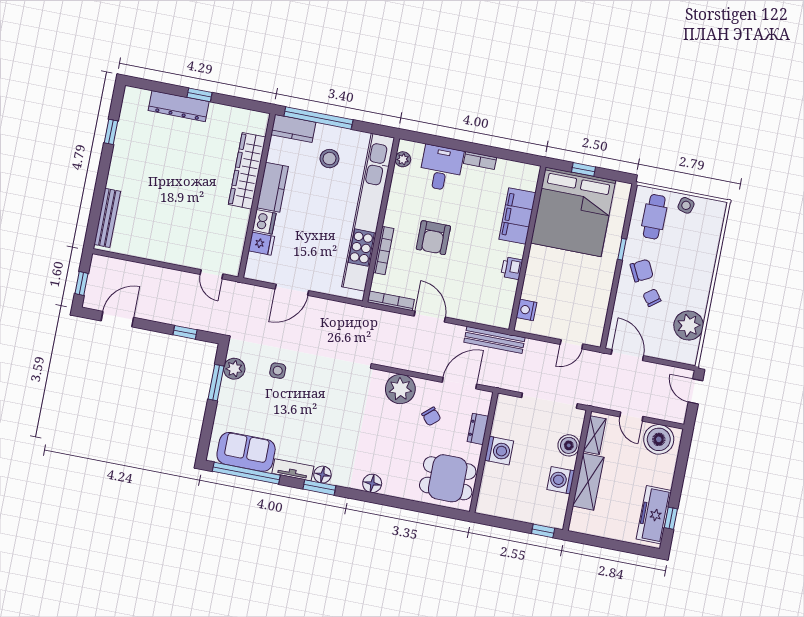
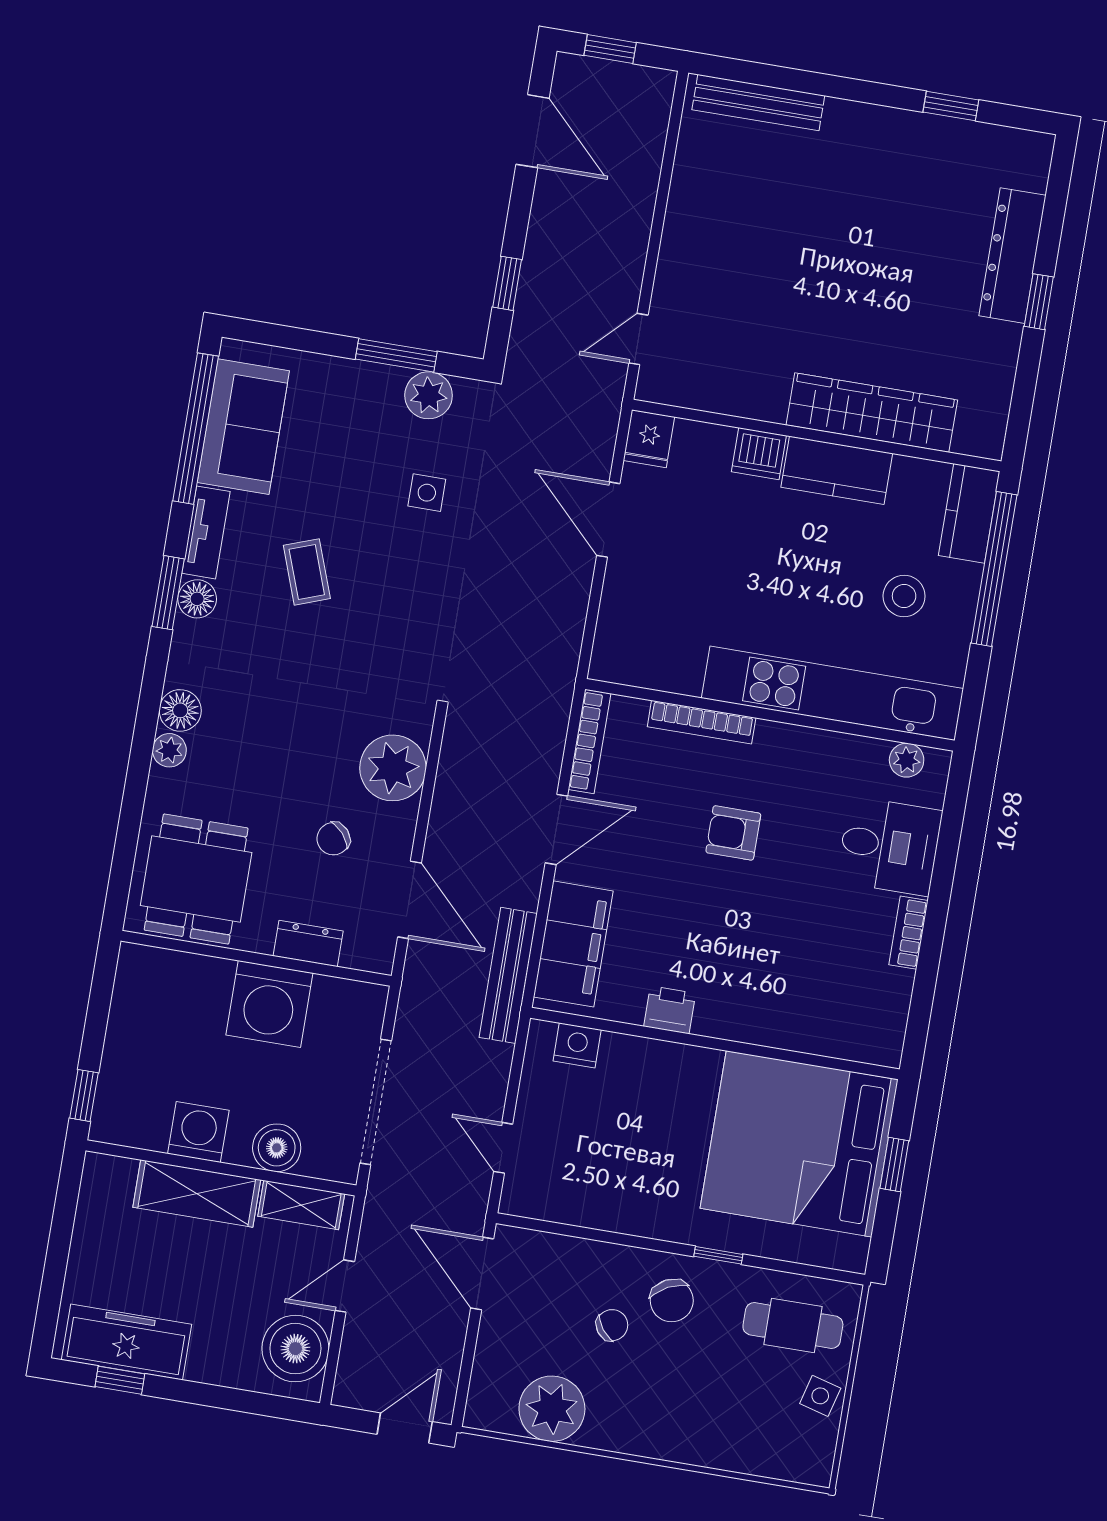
kitchen unit: (368, 212) -> (832, 693), width x0.73
filing cabinet: (517, 216) -> (573, 944), moved, turned 90
armchair: (433, 238) -> (733, 833), width x0.72, depth x0.72
fridge: (261, 244) -> (649, 439), moved
door: (627, 355) -> (482, 1273), swing flipped
coffee table: (312, 425) -> (307, 572), added
washing machine: (499, 451) -> (269, 1004), width x1.37, depth x1.37
plant: (390, 489) -> (169, 750), added

